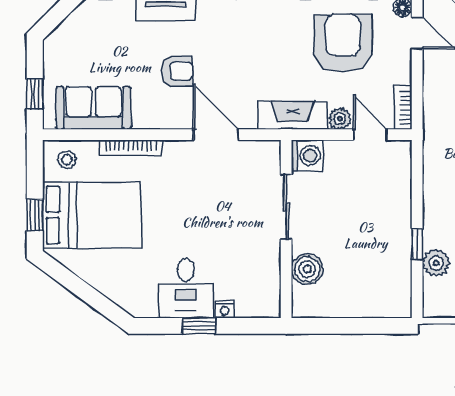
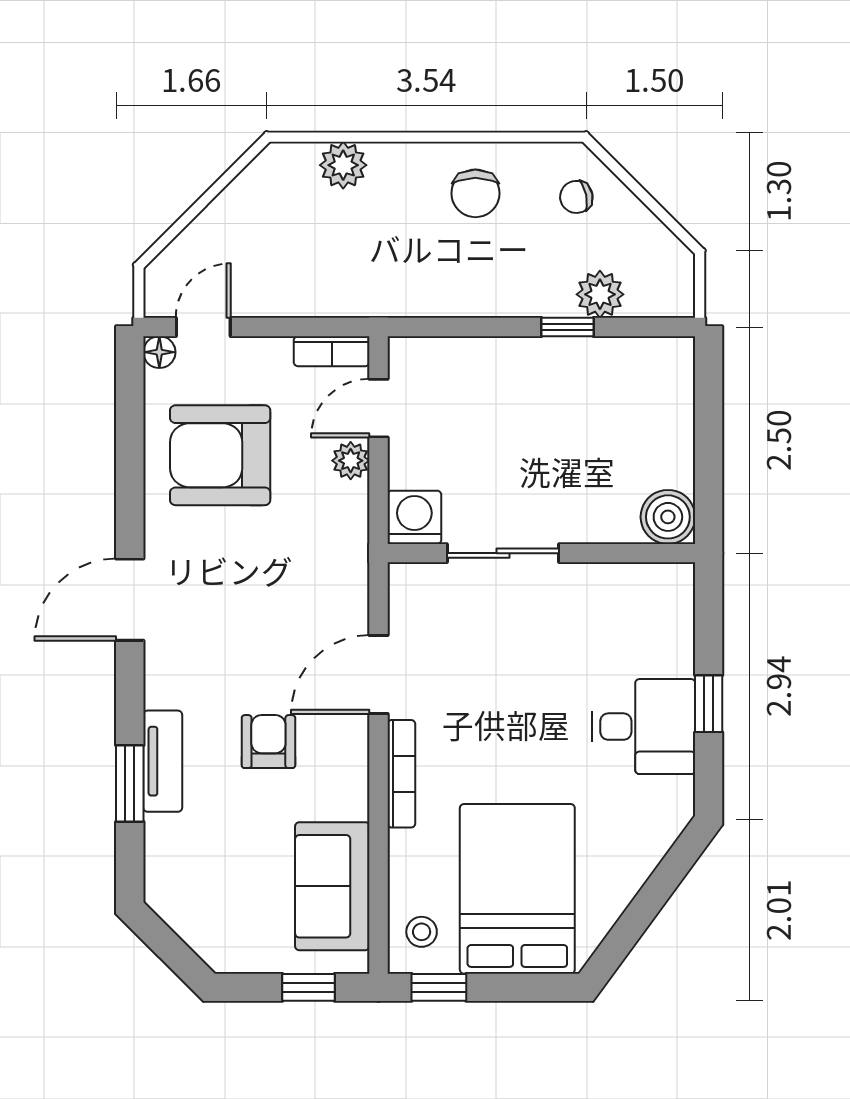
fireplace: (292, 115) -> (345, 542), removed
bookcase: (131, 148) -> (401, 774), moved
window: (35, 215) -> (439, 987), moved
boiler: (307, 269) -> (668, 517), moved
nightstand: (225, 309) -> (680, 659), removed

